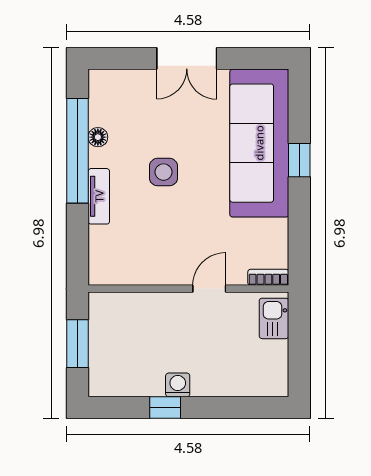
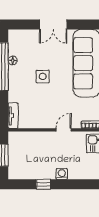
tv unit: (99, 196) -> (13, 116), moved
washing machine: (178, 385) -> (62, 174), moved

